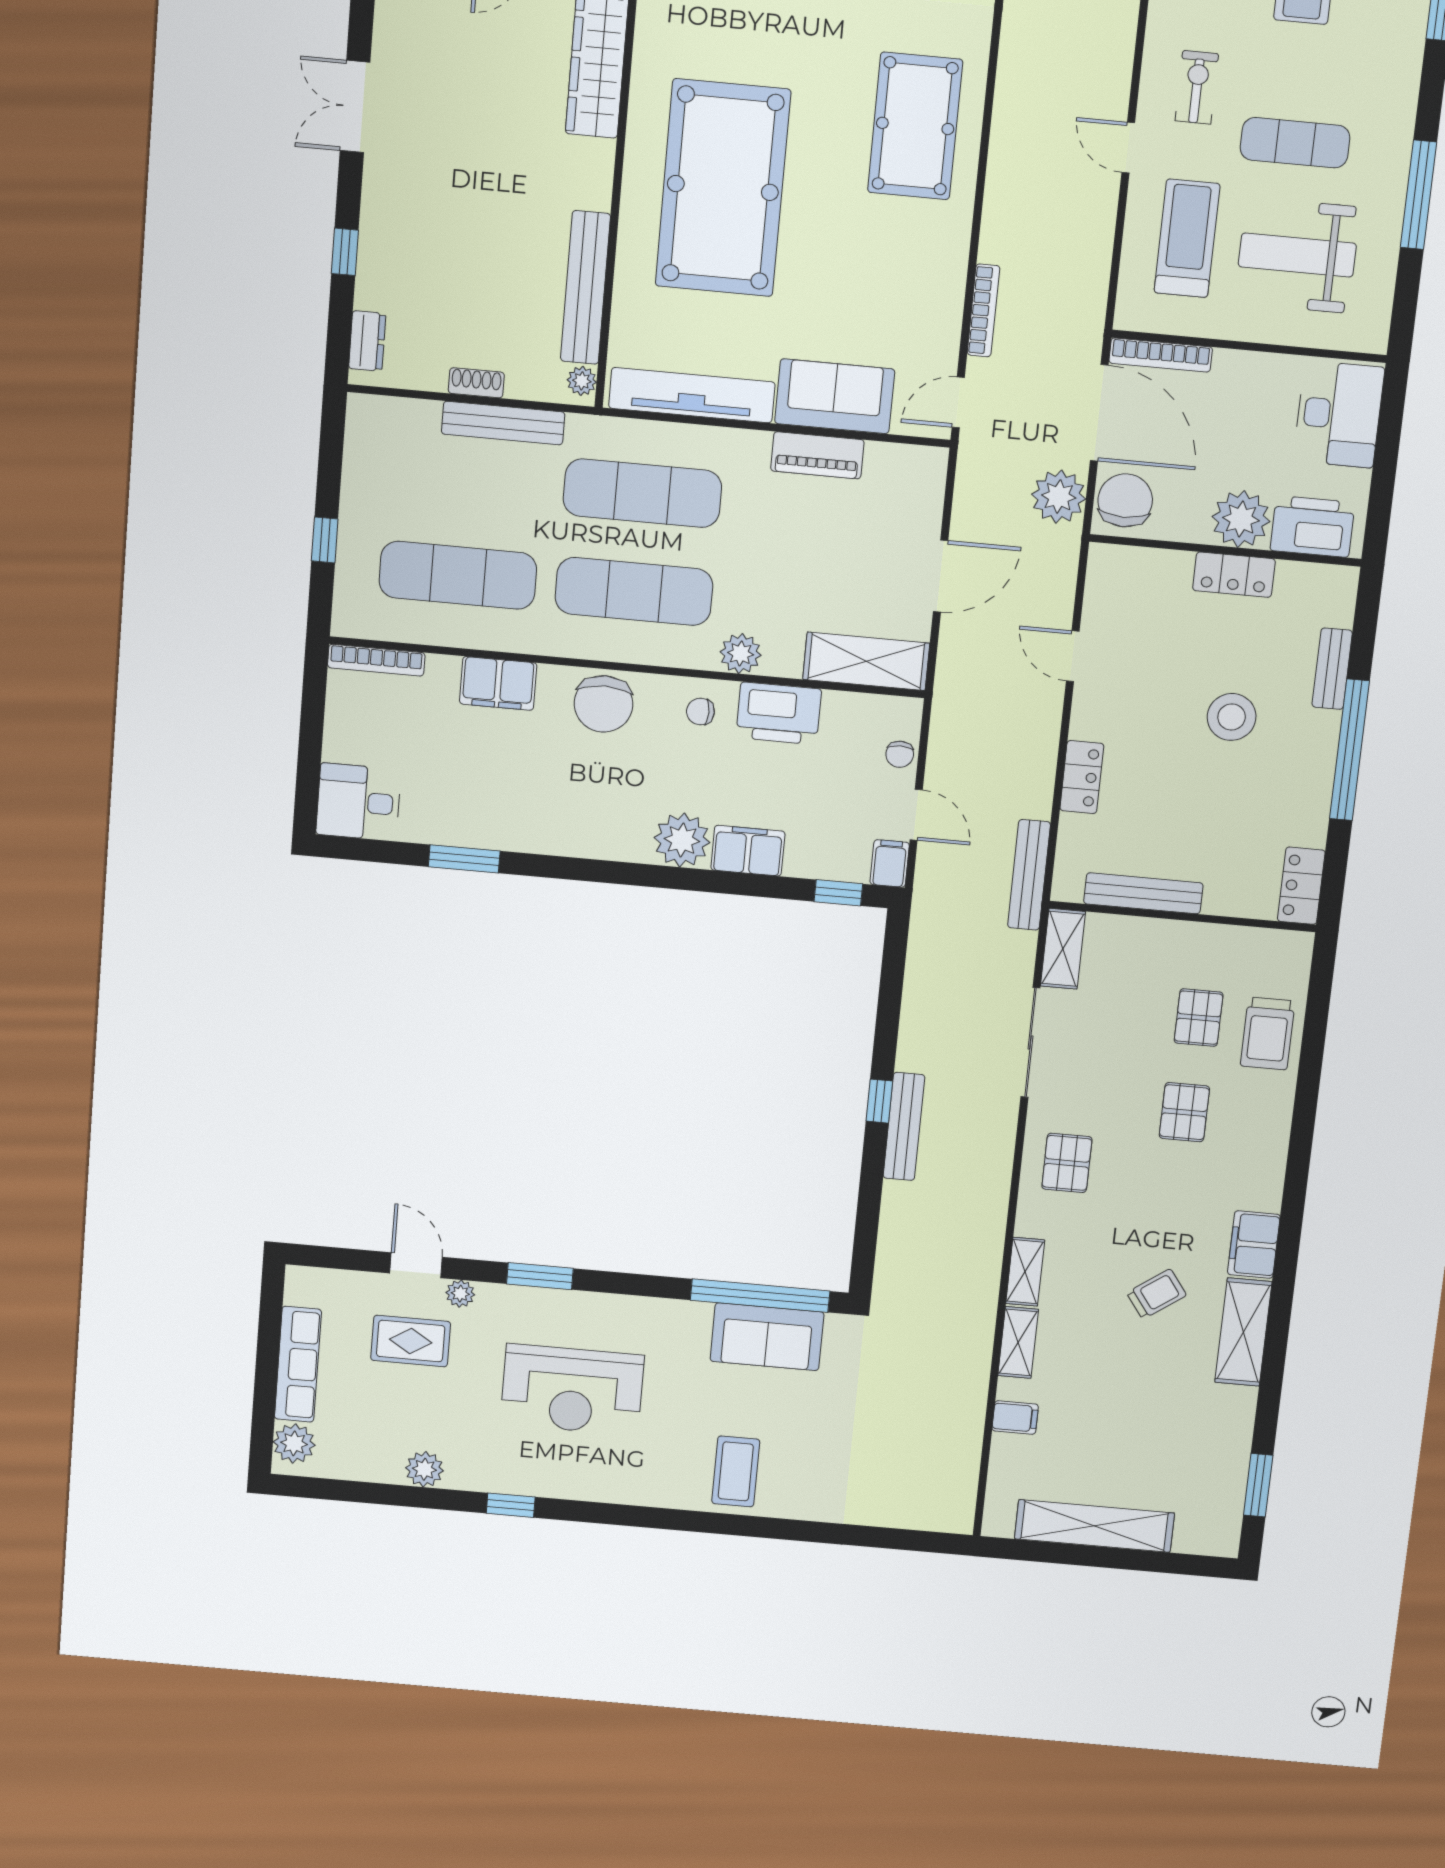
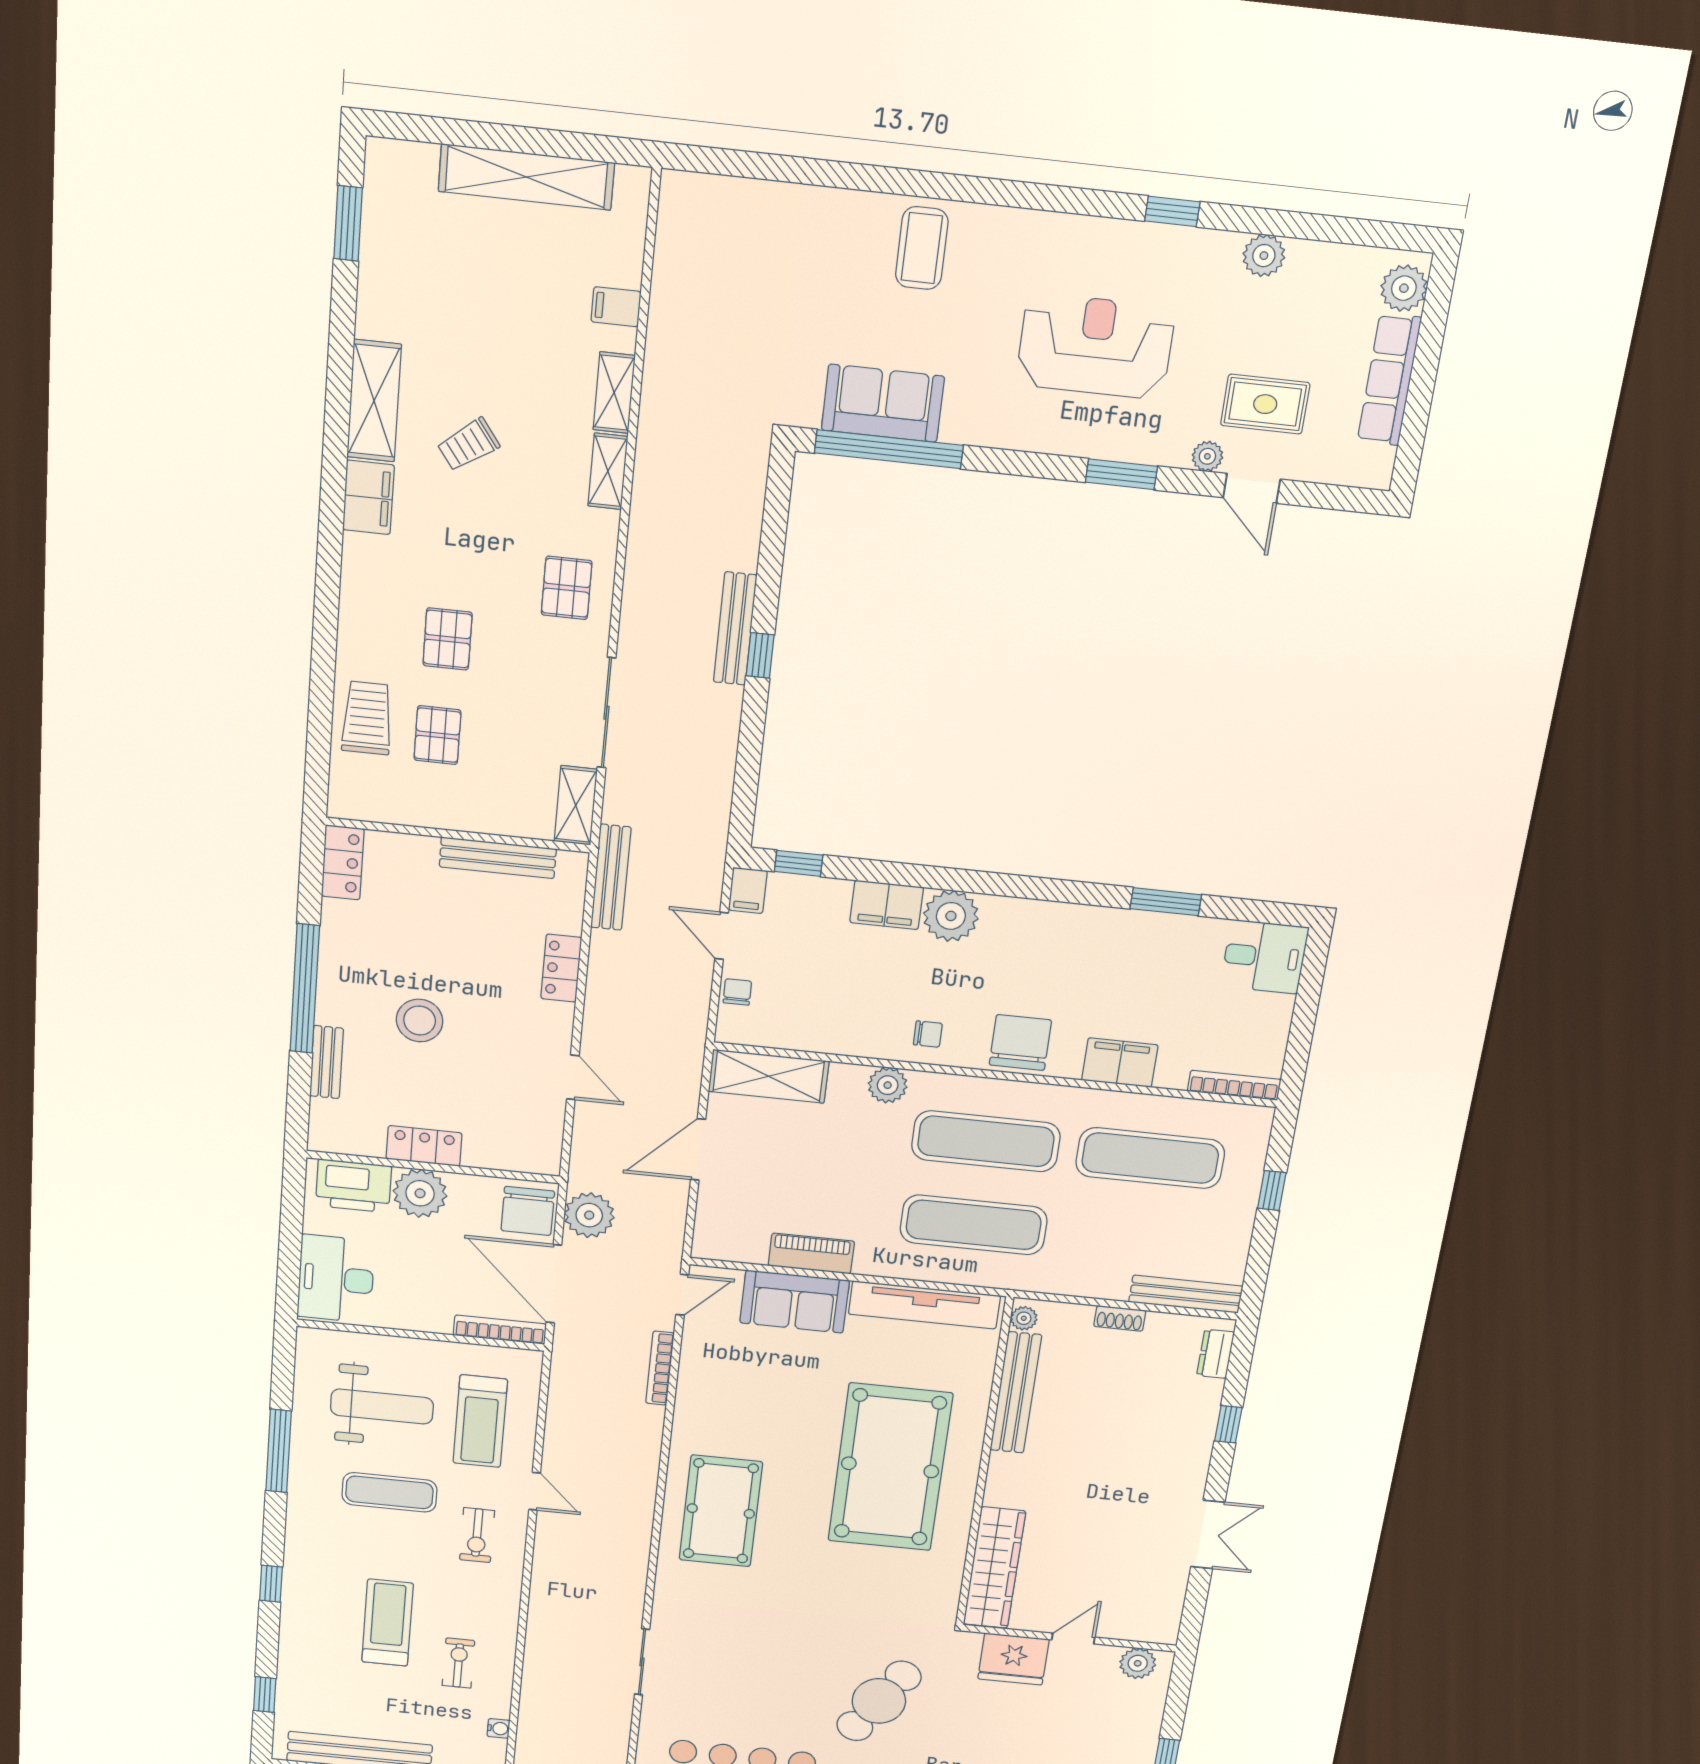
bench: (503, 423) -> (1186, 1294), moved
printer: (779, 713) -> (853, 1031), removed

